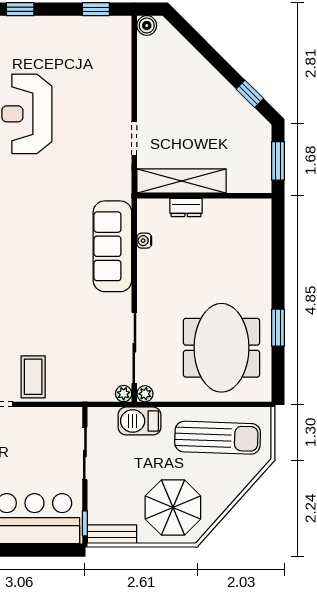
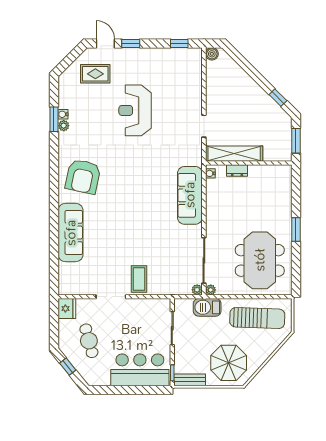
water cooler: (144, 241) -> (210, 173), moved
window: (278, 328) -> (296, 230), moved

